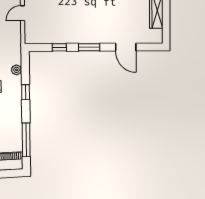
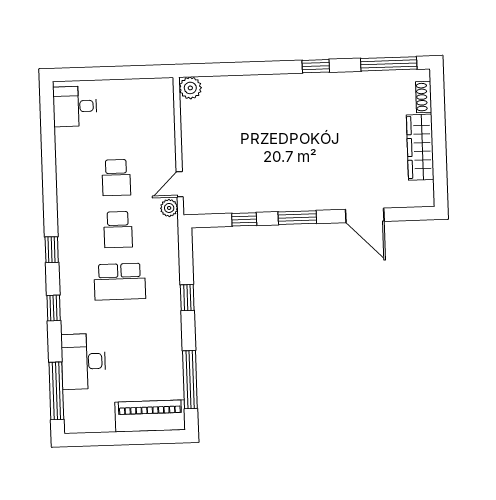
door: (22, 13) -> (180, 184), moved
plant: (16, 70) -> (169, 208), moved

